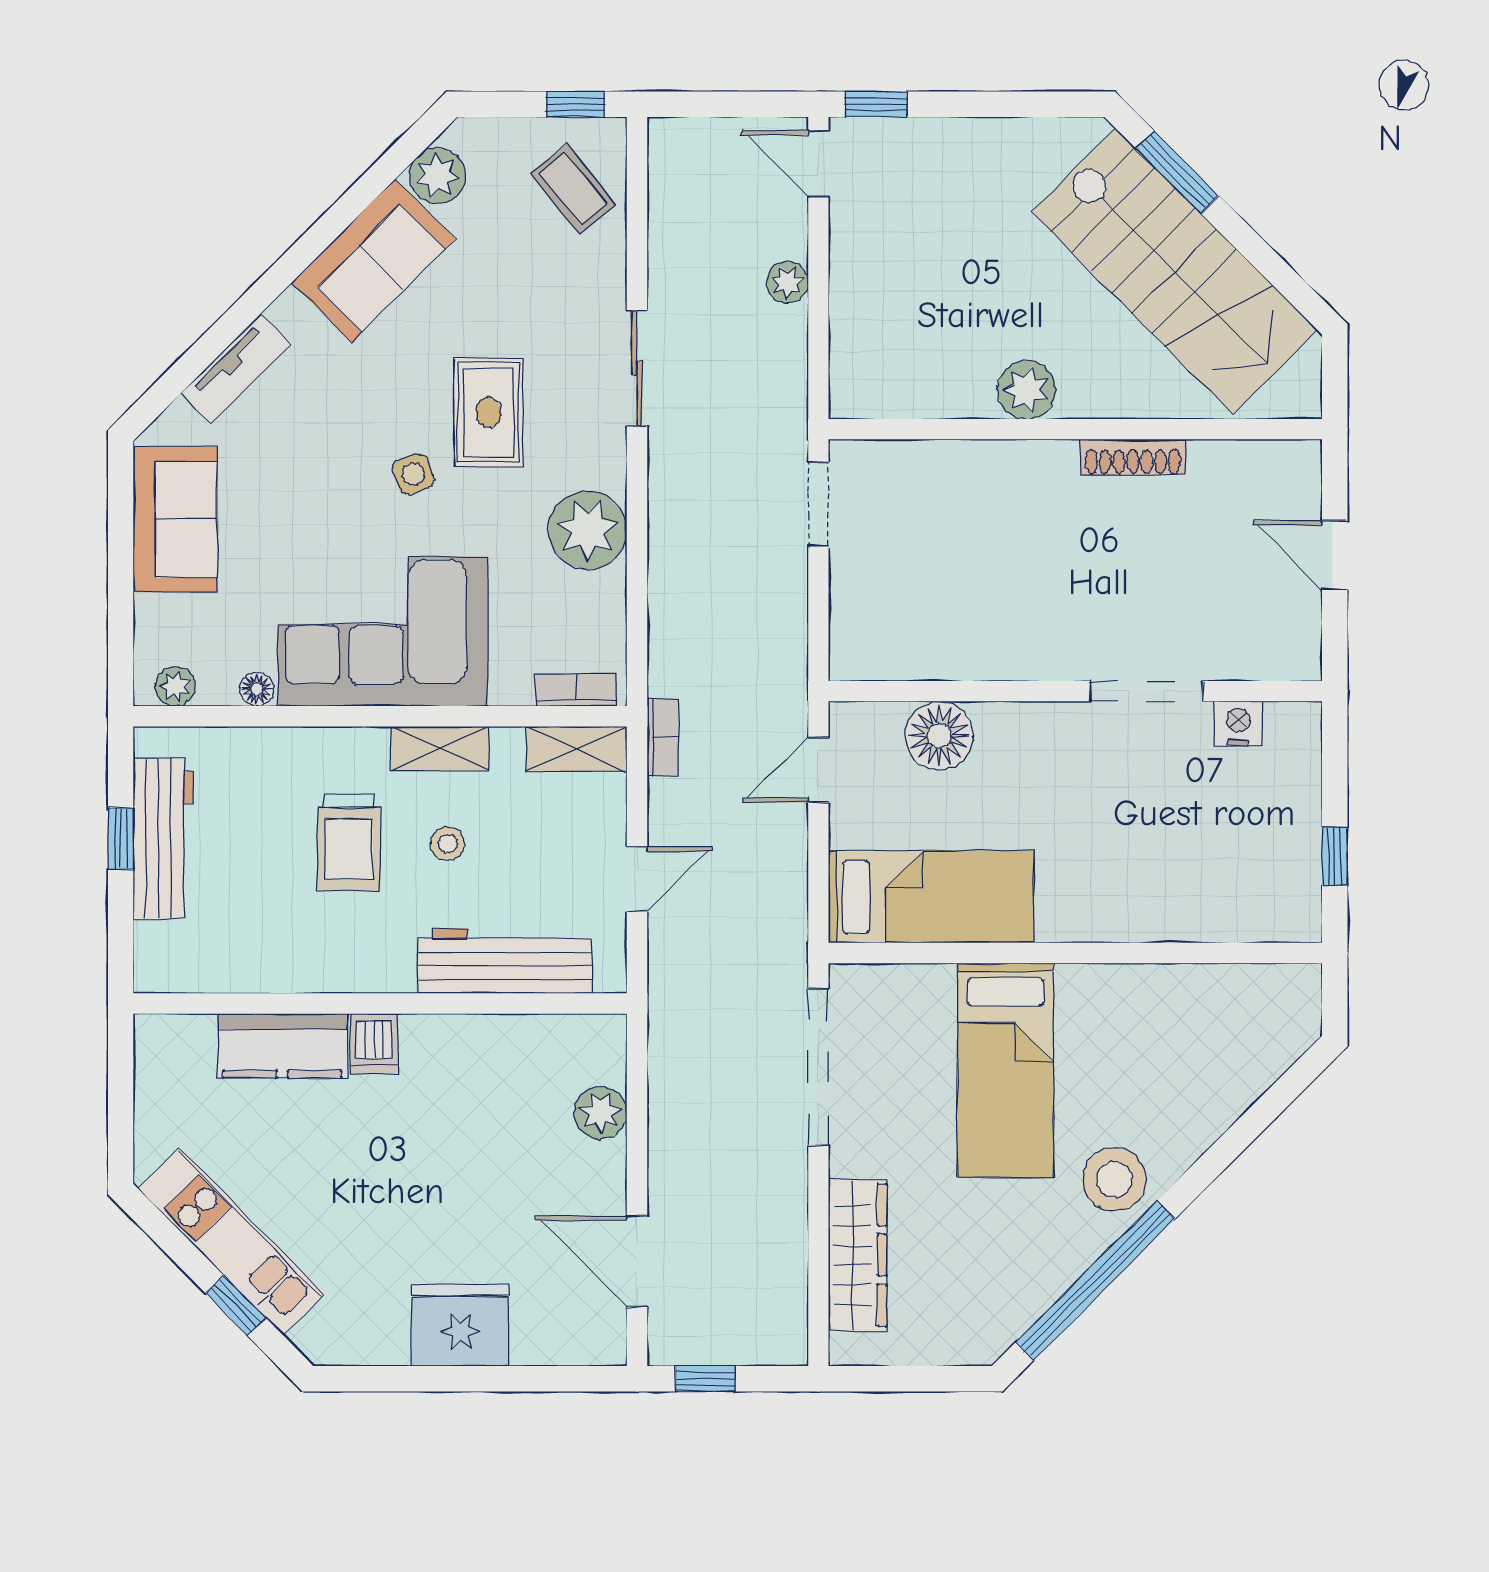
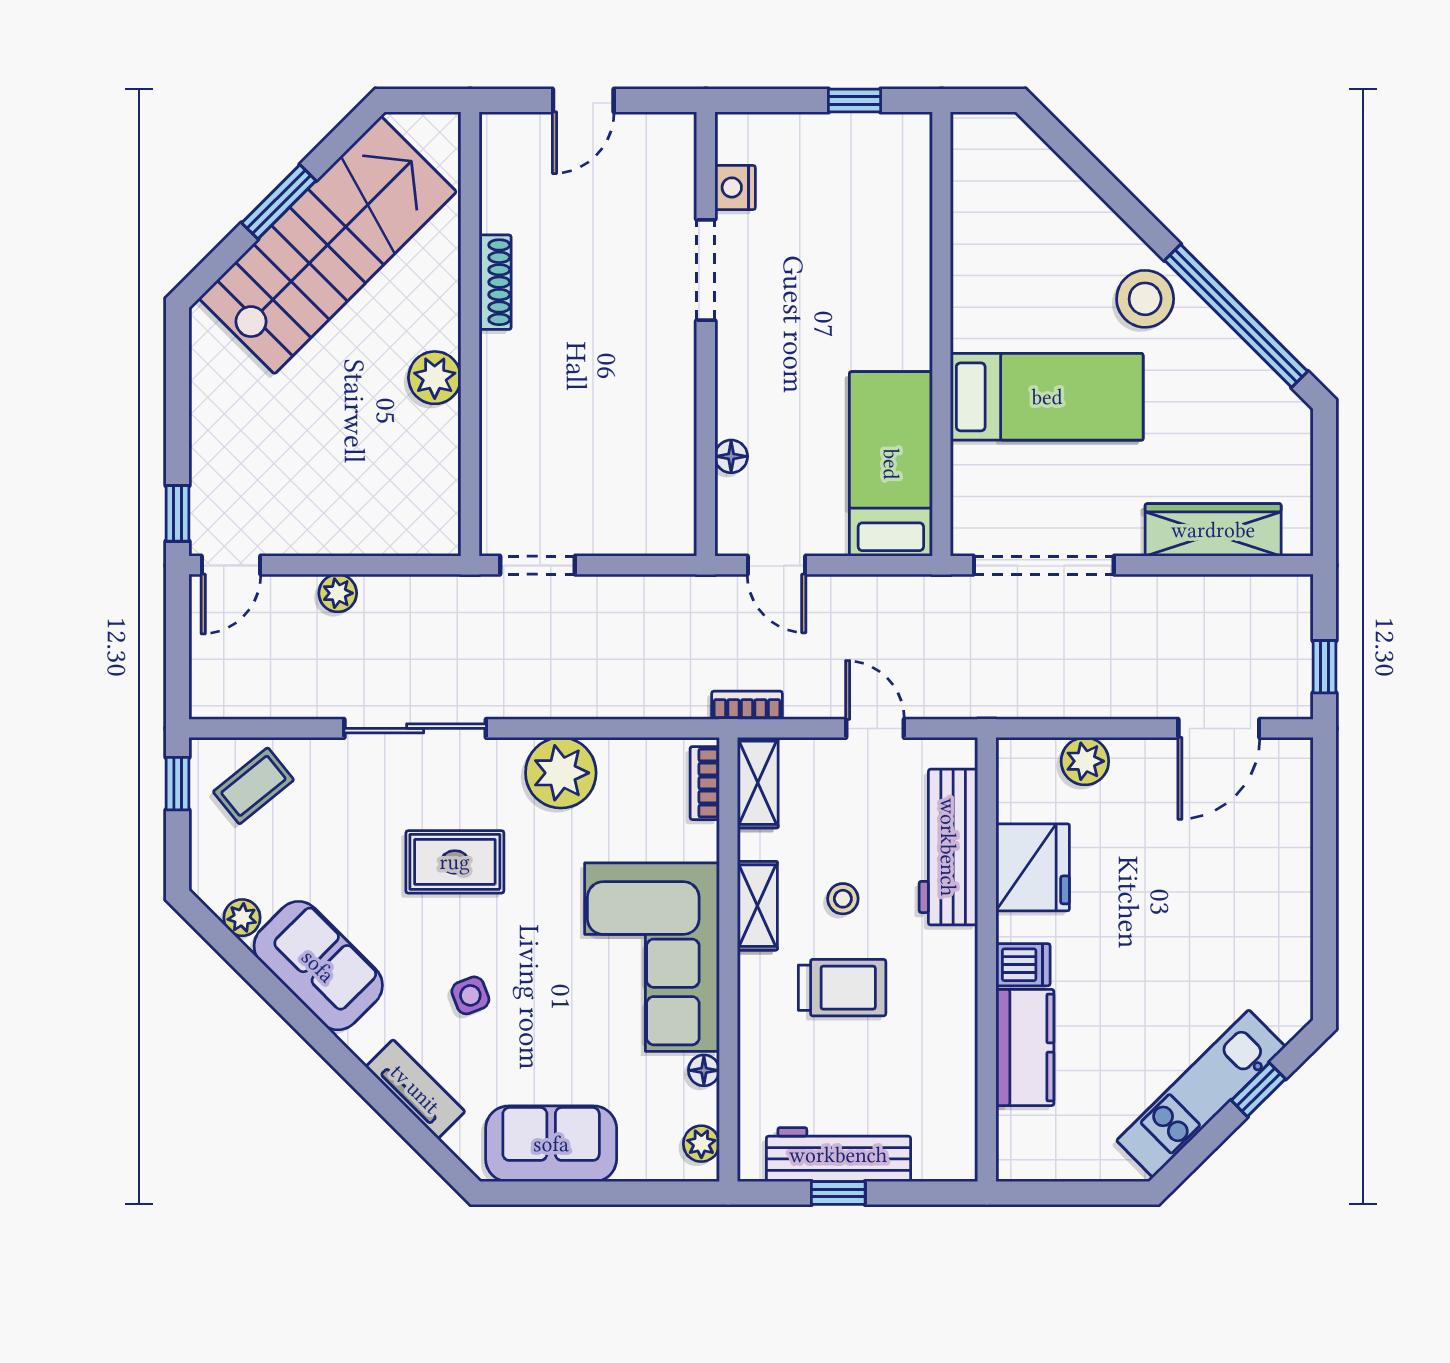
window: (1178, 172) -> (279, 202), moved
plant: (437, 176) -> (242, 918), width x0.73, depth x0.73
sliding door: (637, 368) -> (415, 728), width x1.37
side table: (413, 474) -> (470, 995), moved
floor lamp: (939, 736) -> (731, 456), width x0.53, depth x0.53
fridge: (460, 1325) -> (1033, 867), moved, turned 180

